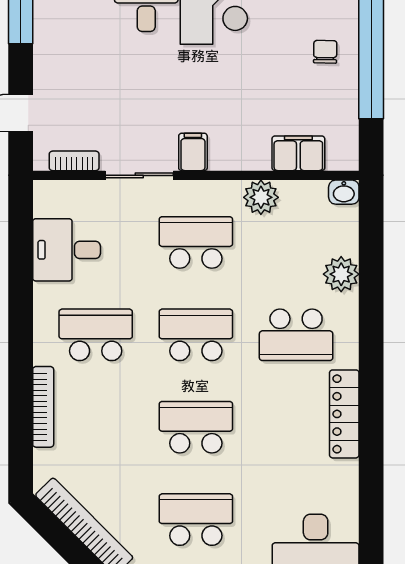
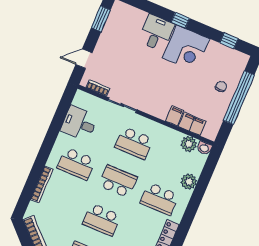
filing cabinet: (193, 152) -> (175, 116), moved
plant: (261, 197) -> (189, 144), moved
school desk: (196, 242) -> (134, 143), turned 180
school desk: (96, 335) -> (76, 164), turned 180
school desk: (196, 427) -> (102, 220), turned 180

